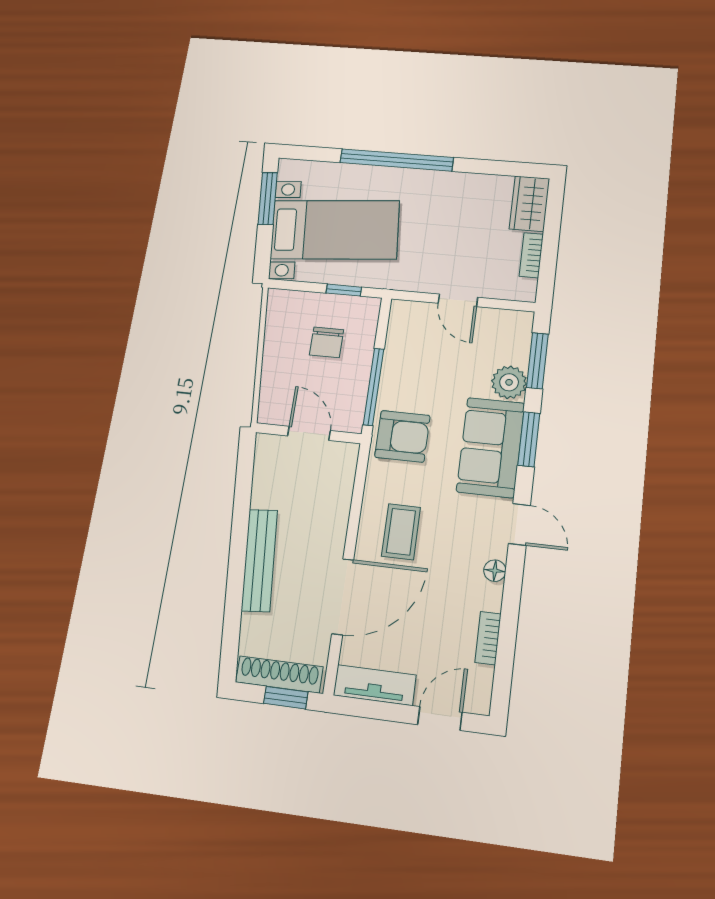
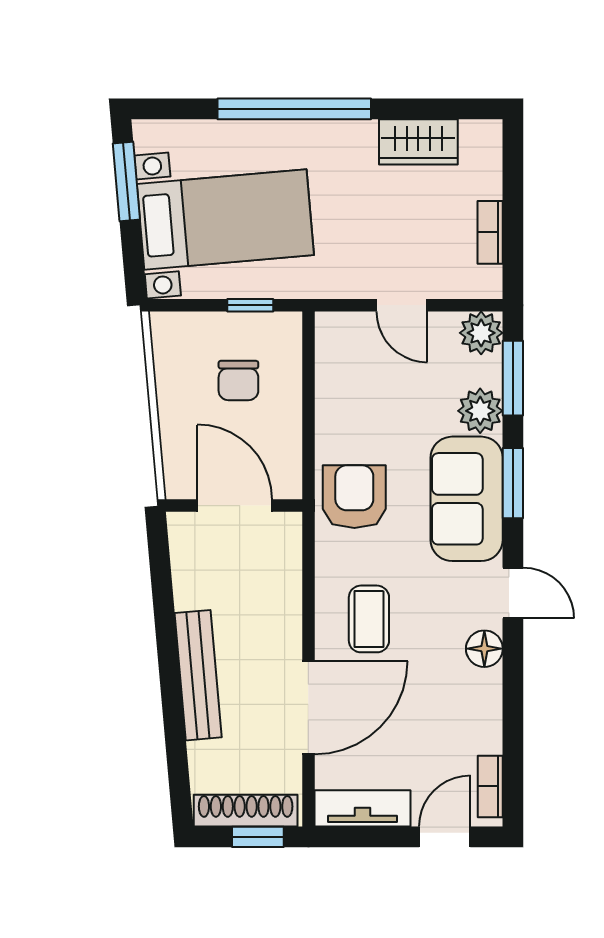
wardrobe: (529, 204) -> (418, 142), moved, turned -90
plant: (516, 326) -> (481, 333), added
window: (374, 387) -> (308, 435), removed
door: (309, 433) -> (235, 506), width x1.38
armchair: (402, 436) -> (354, 497), turned -90
floor lamp: (495, 571) -> (484, 649), width x1.37, depth x1.37
bookcase: (488, 638) -> (490, 786), moved

